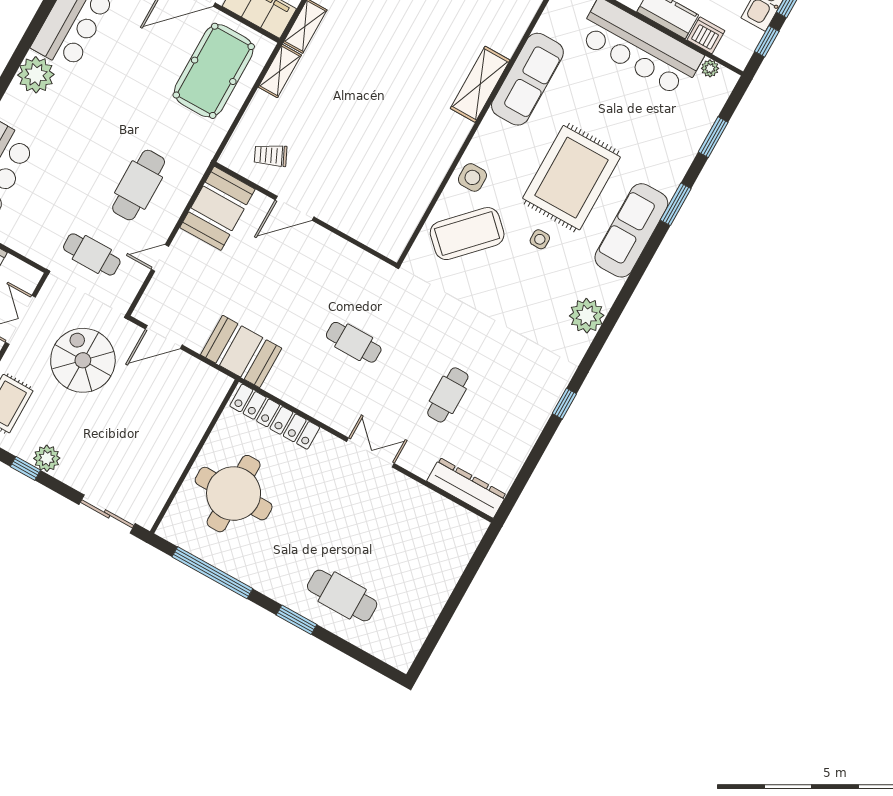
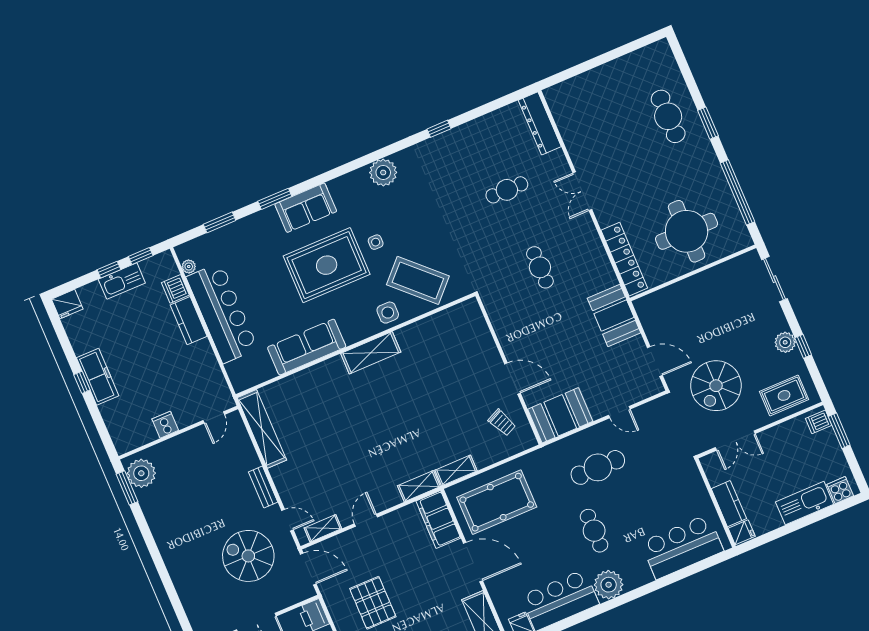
shelving: (480, 84) -> (371, 353), moved
sofa: (631, 230) -> (306, 208), width x0.73
cafe table: (92, 254) -> (594, 531), moved

